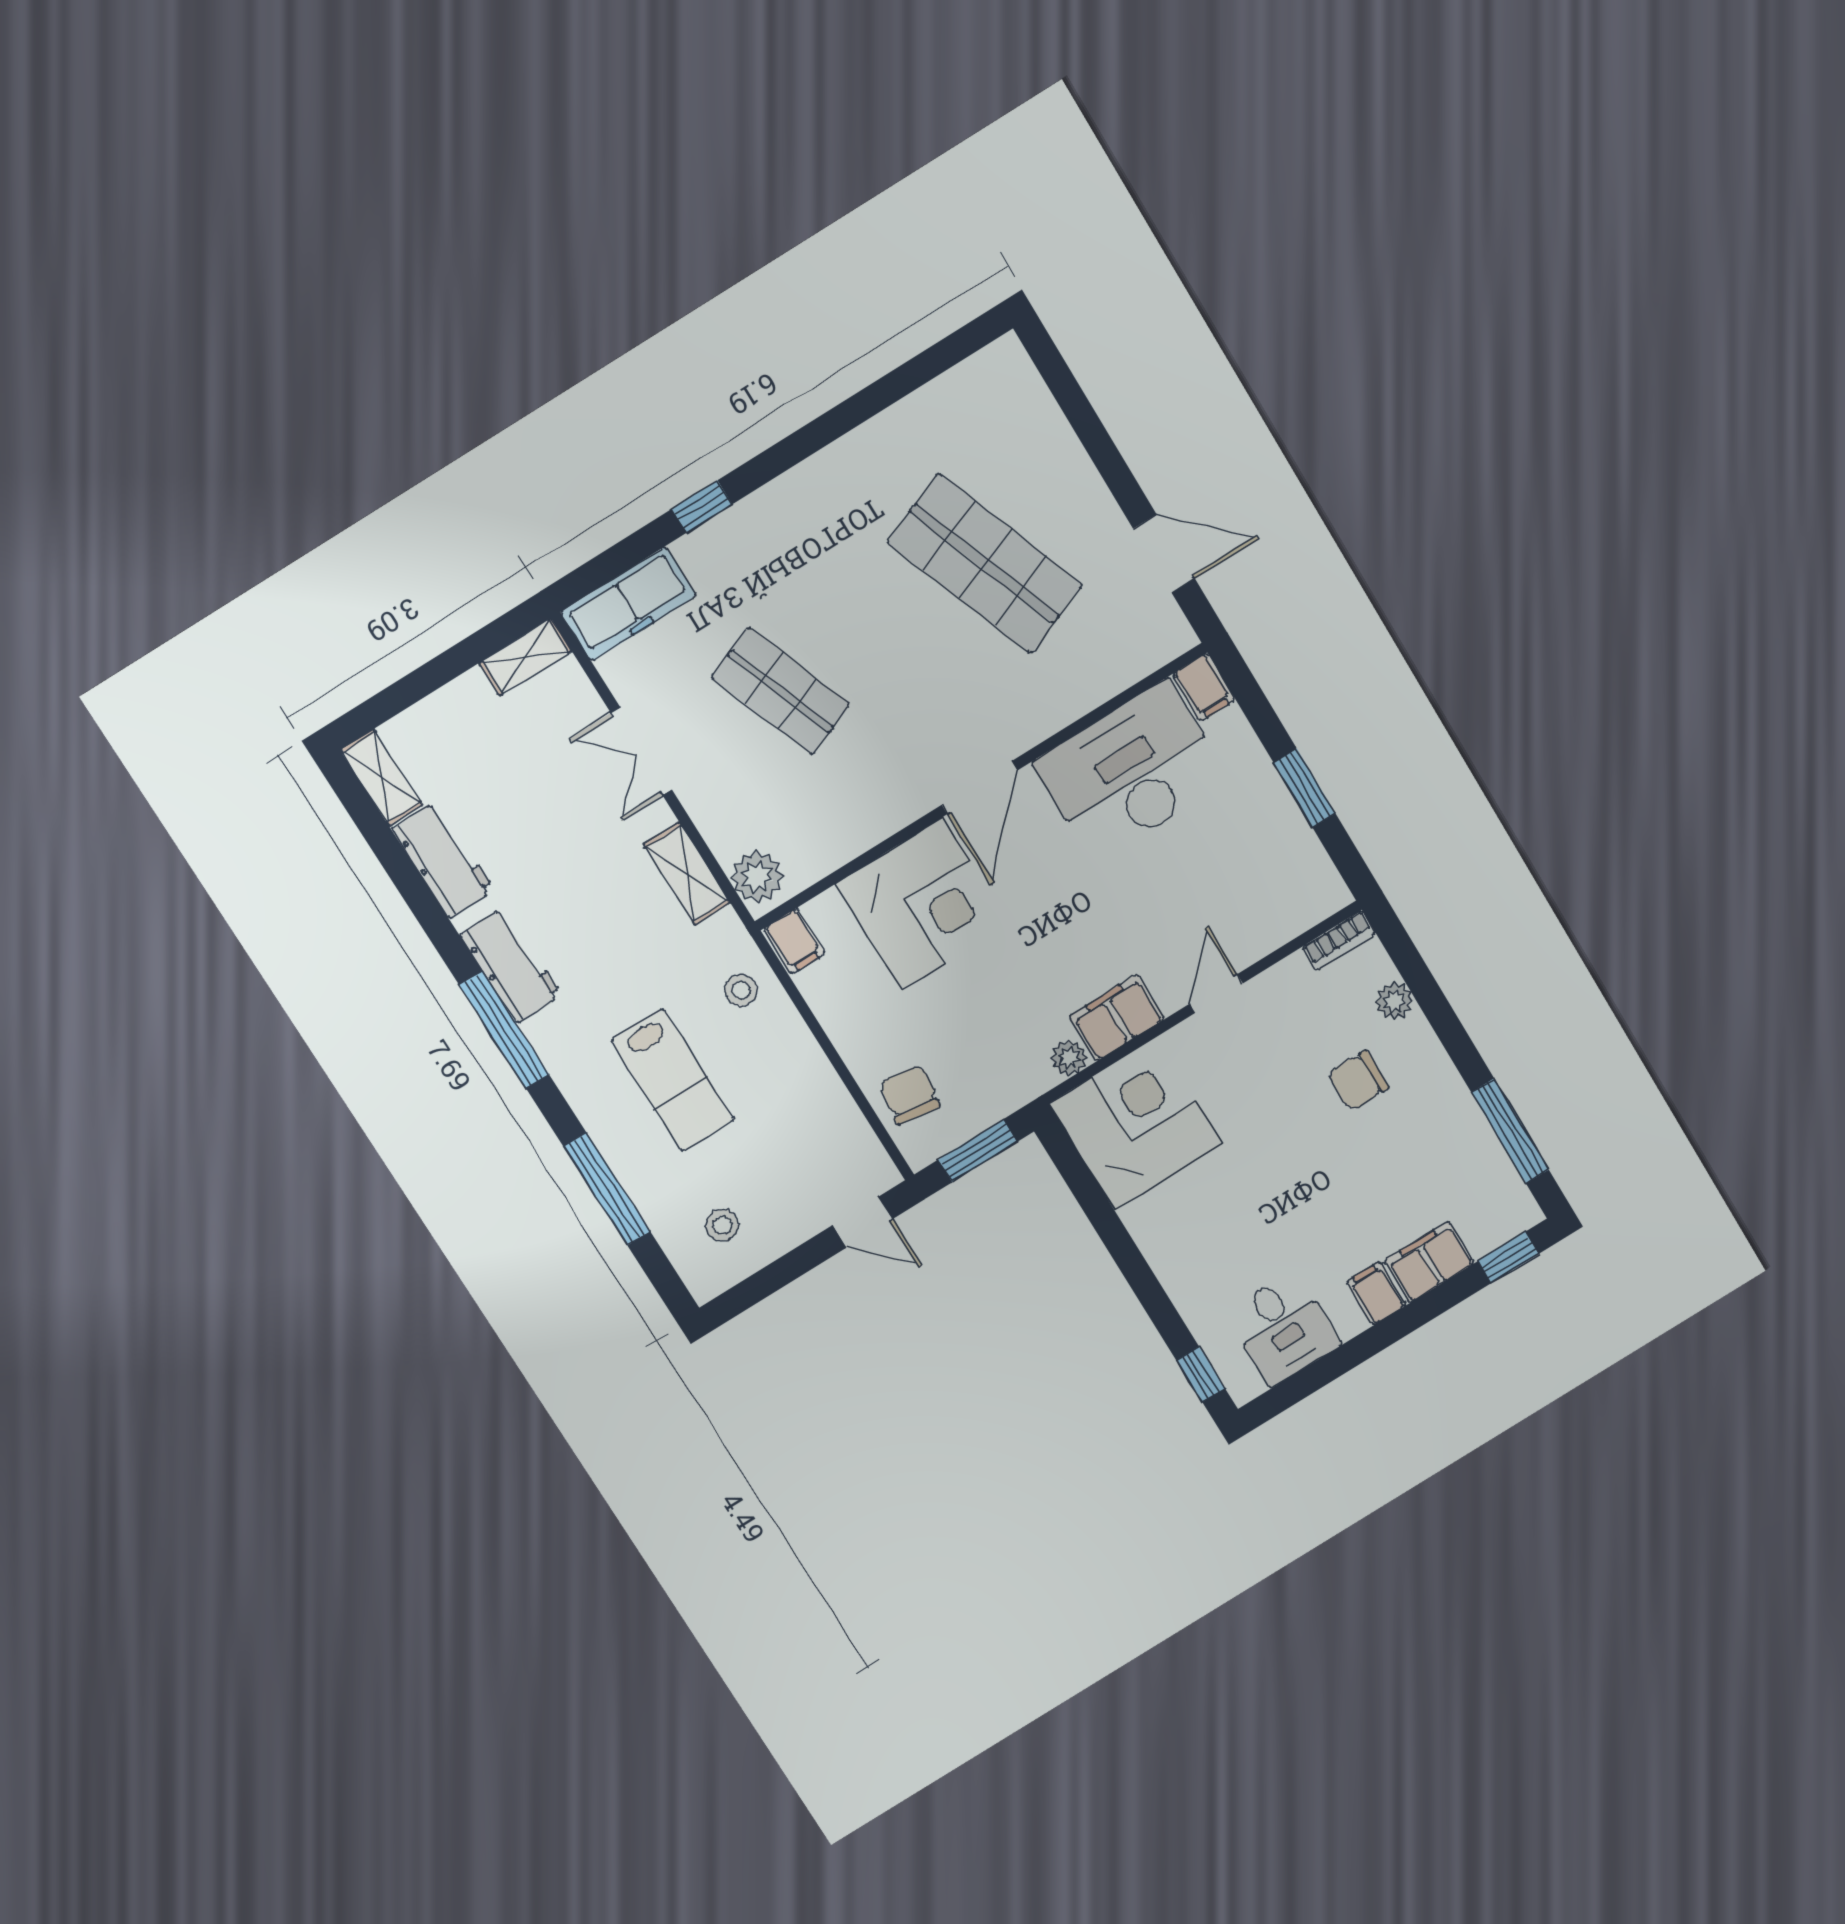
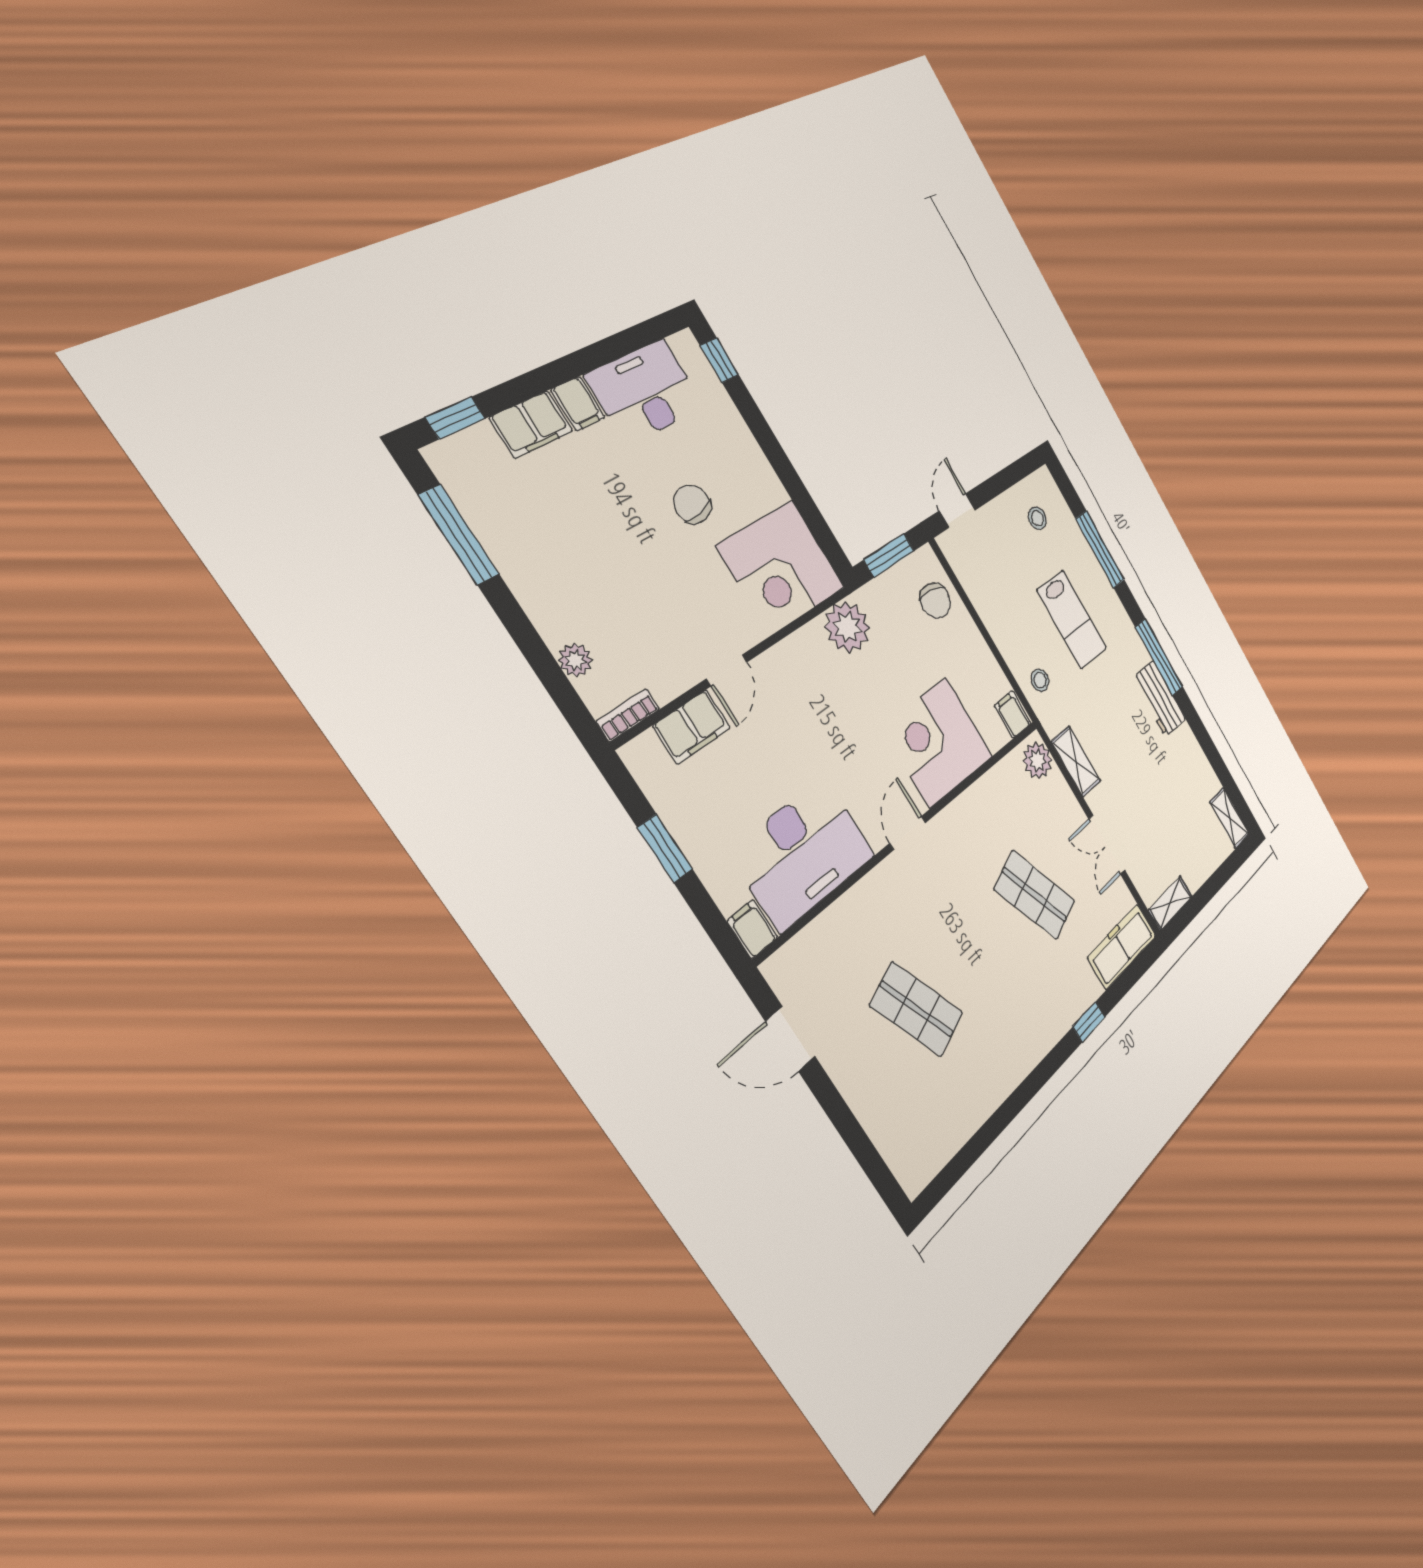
shop shelf: (985, 564) -> (917, 1009), width x0.70, depth x0.74
double door: (641, 751) -> (1107, 845), swing flipped
door: (980, 787) -> (908, 833), width x0.73
workbench: (443, 859) -> (1197, 767), removed
filing cabinet: (1117, 1018) -> (692, 727), moved
plant: (1069, 1058) -> (847, 627), width x1.87, depth x1.87
lab bench: (673, 1080) -> (1072, 619), turned 180
chair: (1358, 1081) -> (692, 504), moved, turned -101
door: (862, 1222) -> (957, 510), hinge flipped
desk: (1283, 1328) -> (645, 391), width x1.37

